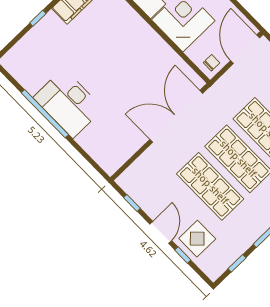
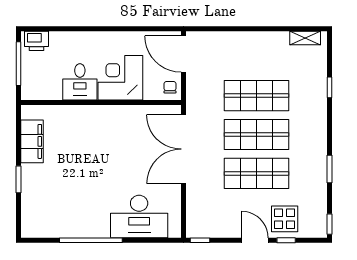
window: (38, 18) -> (18, 179), width x1.50
desk: (68, 103) -> (139, 217), moved
window: (132, 203) -> (200, 240), moved
window: (237, 263) -> (329, 224), moved

